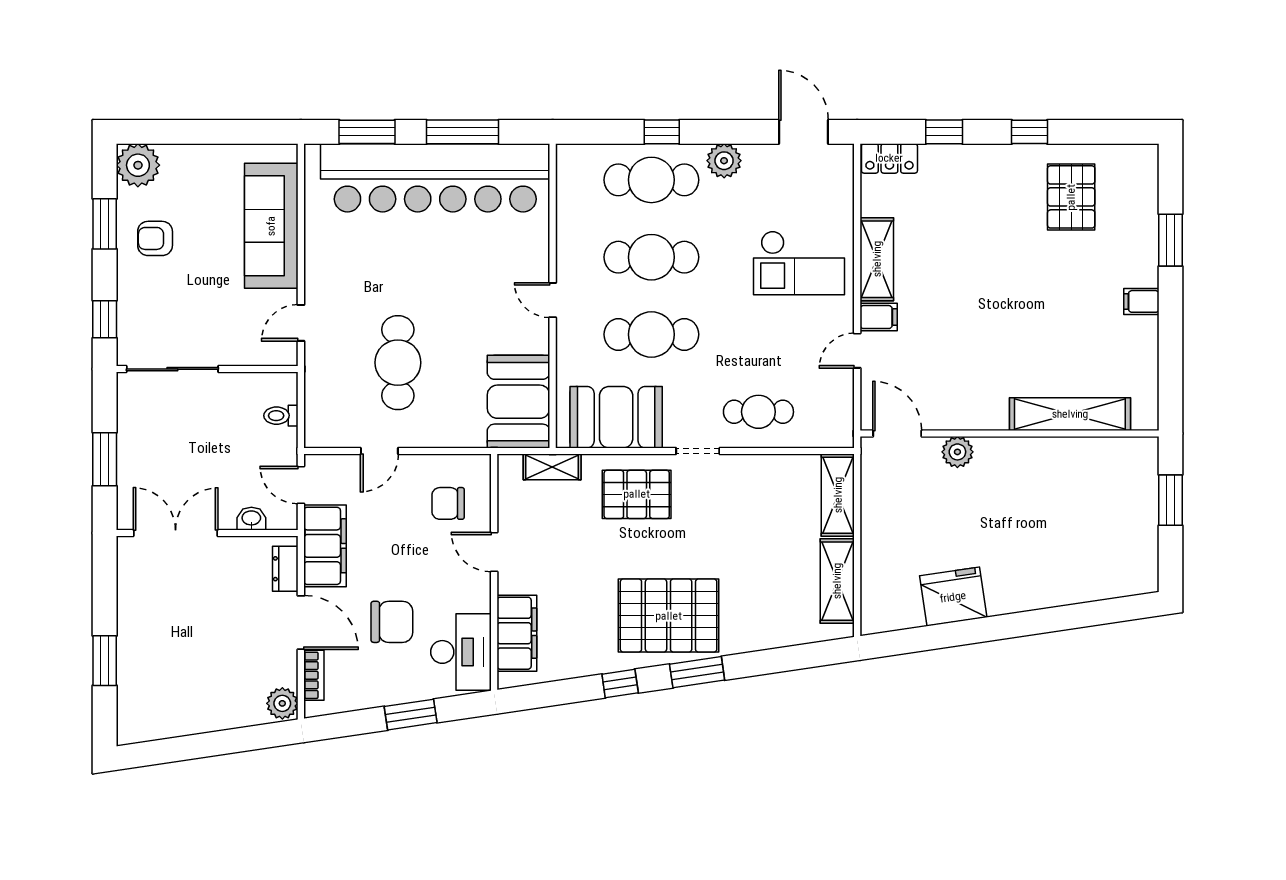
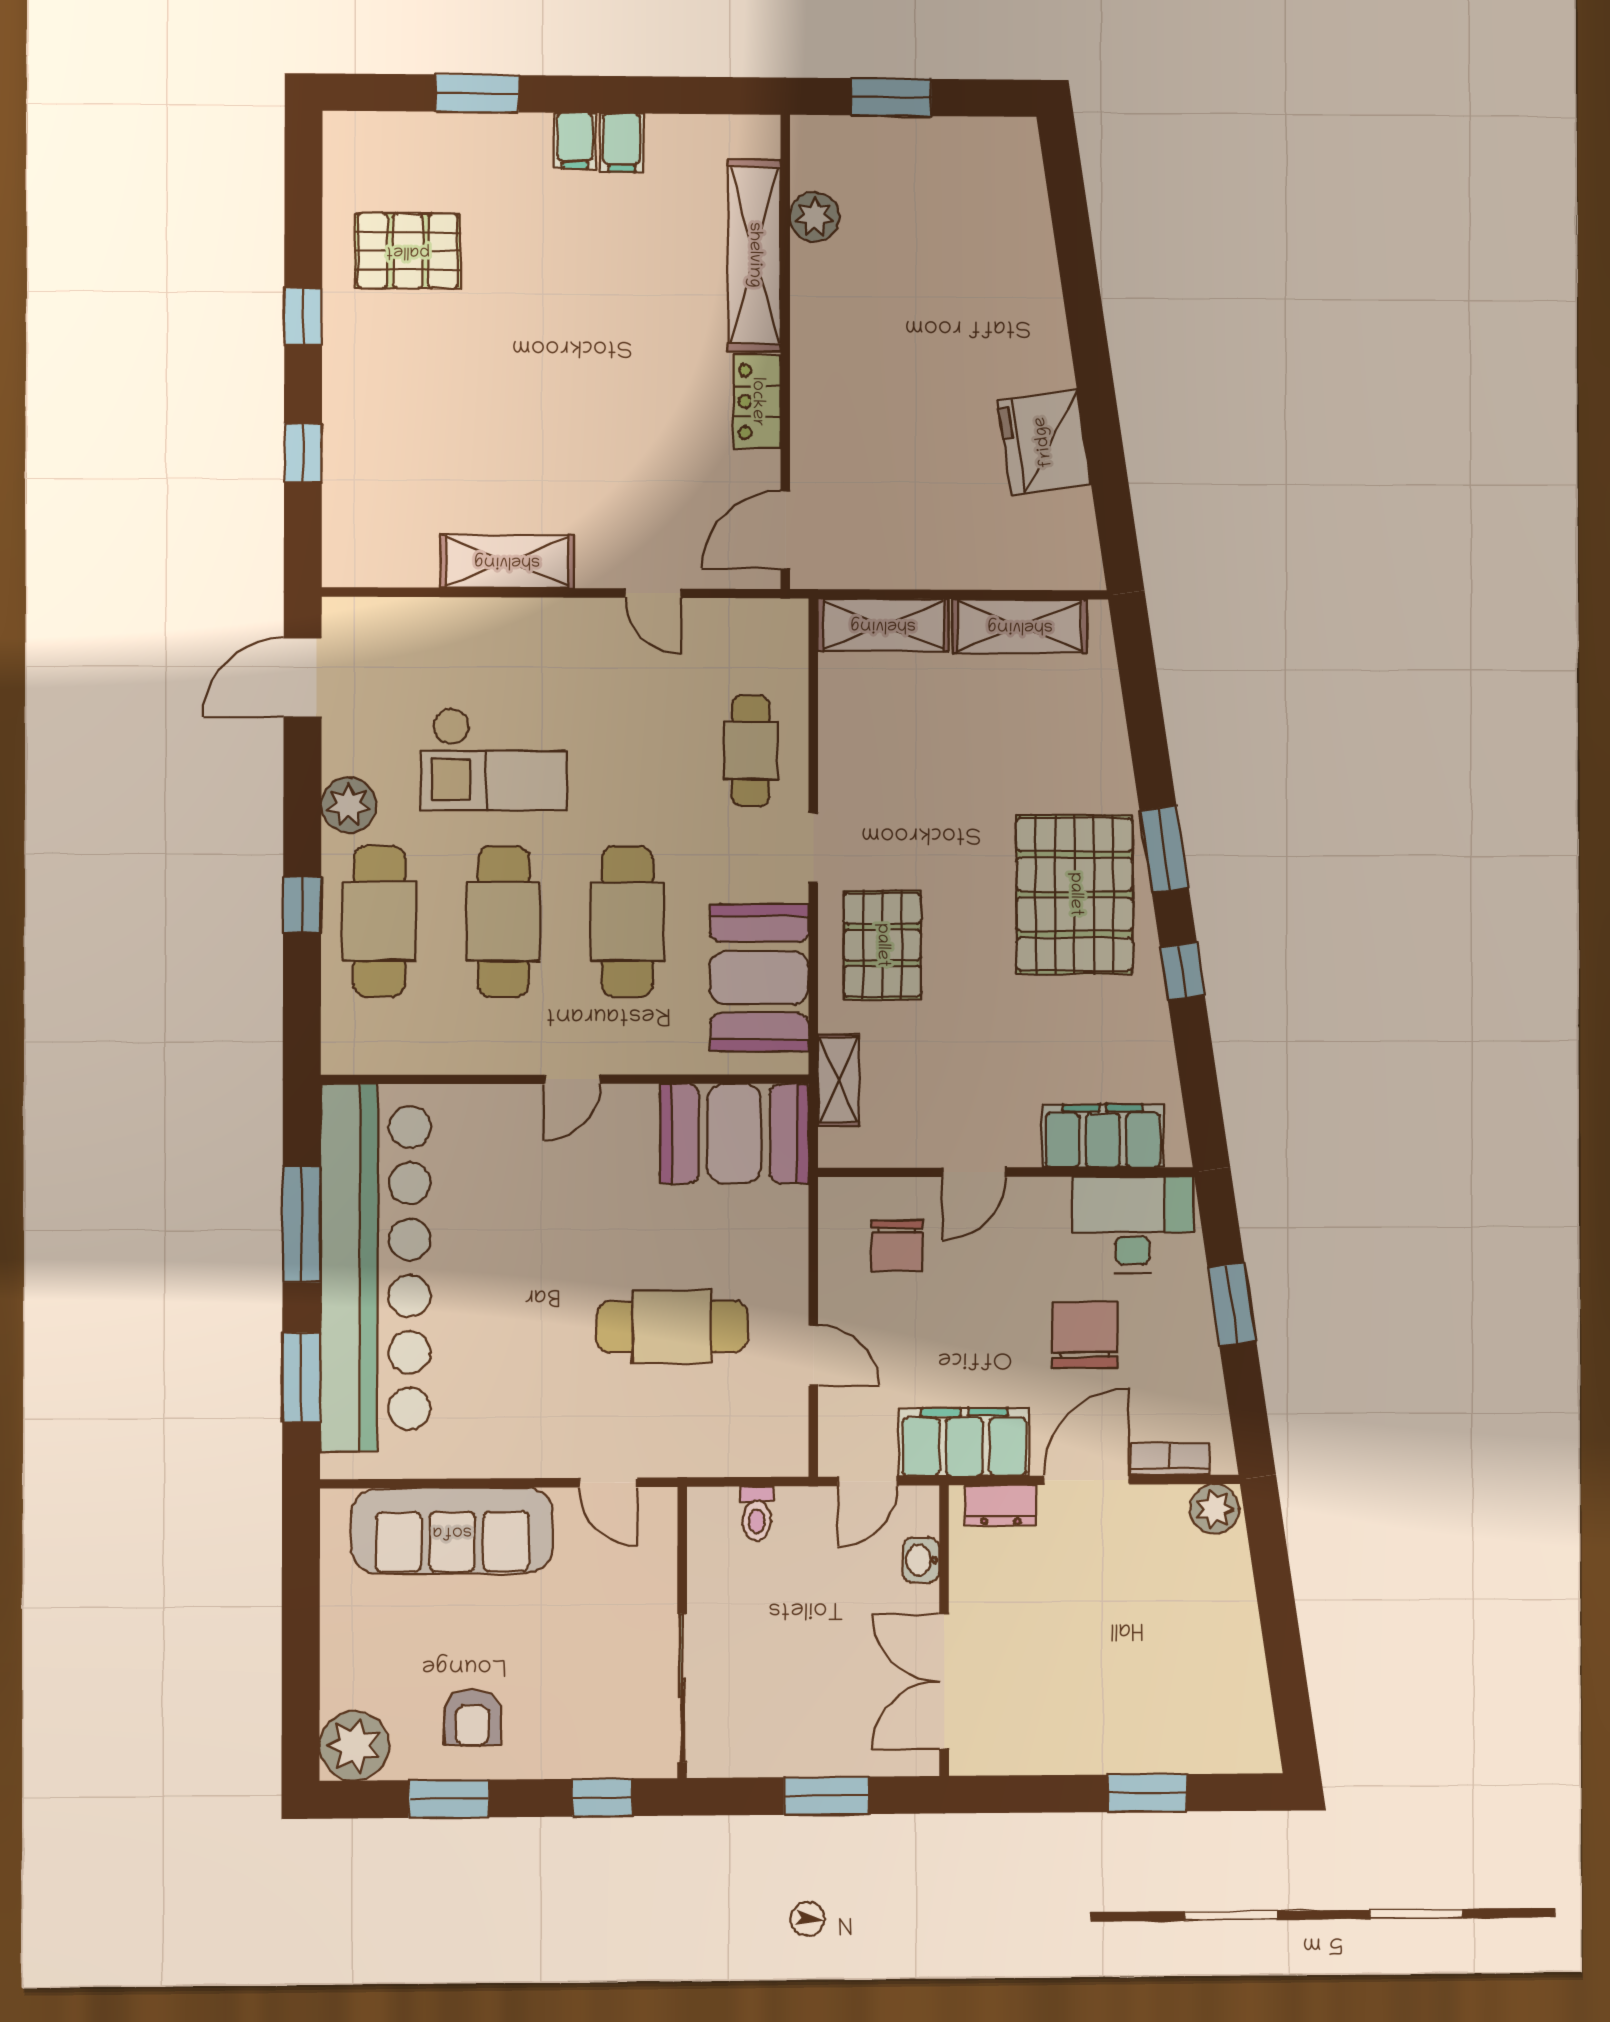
locker: (889, 158) -> (757, 402), moved, turned 180
checkout: (799, 263) -> (493, 759), moved, turned 90
filing cabinet: (879, 317) -> (622, 143), moved, turned 180
plant: (957, 452) -> (815, 217), moved

